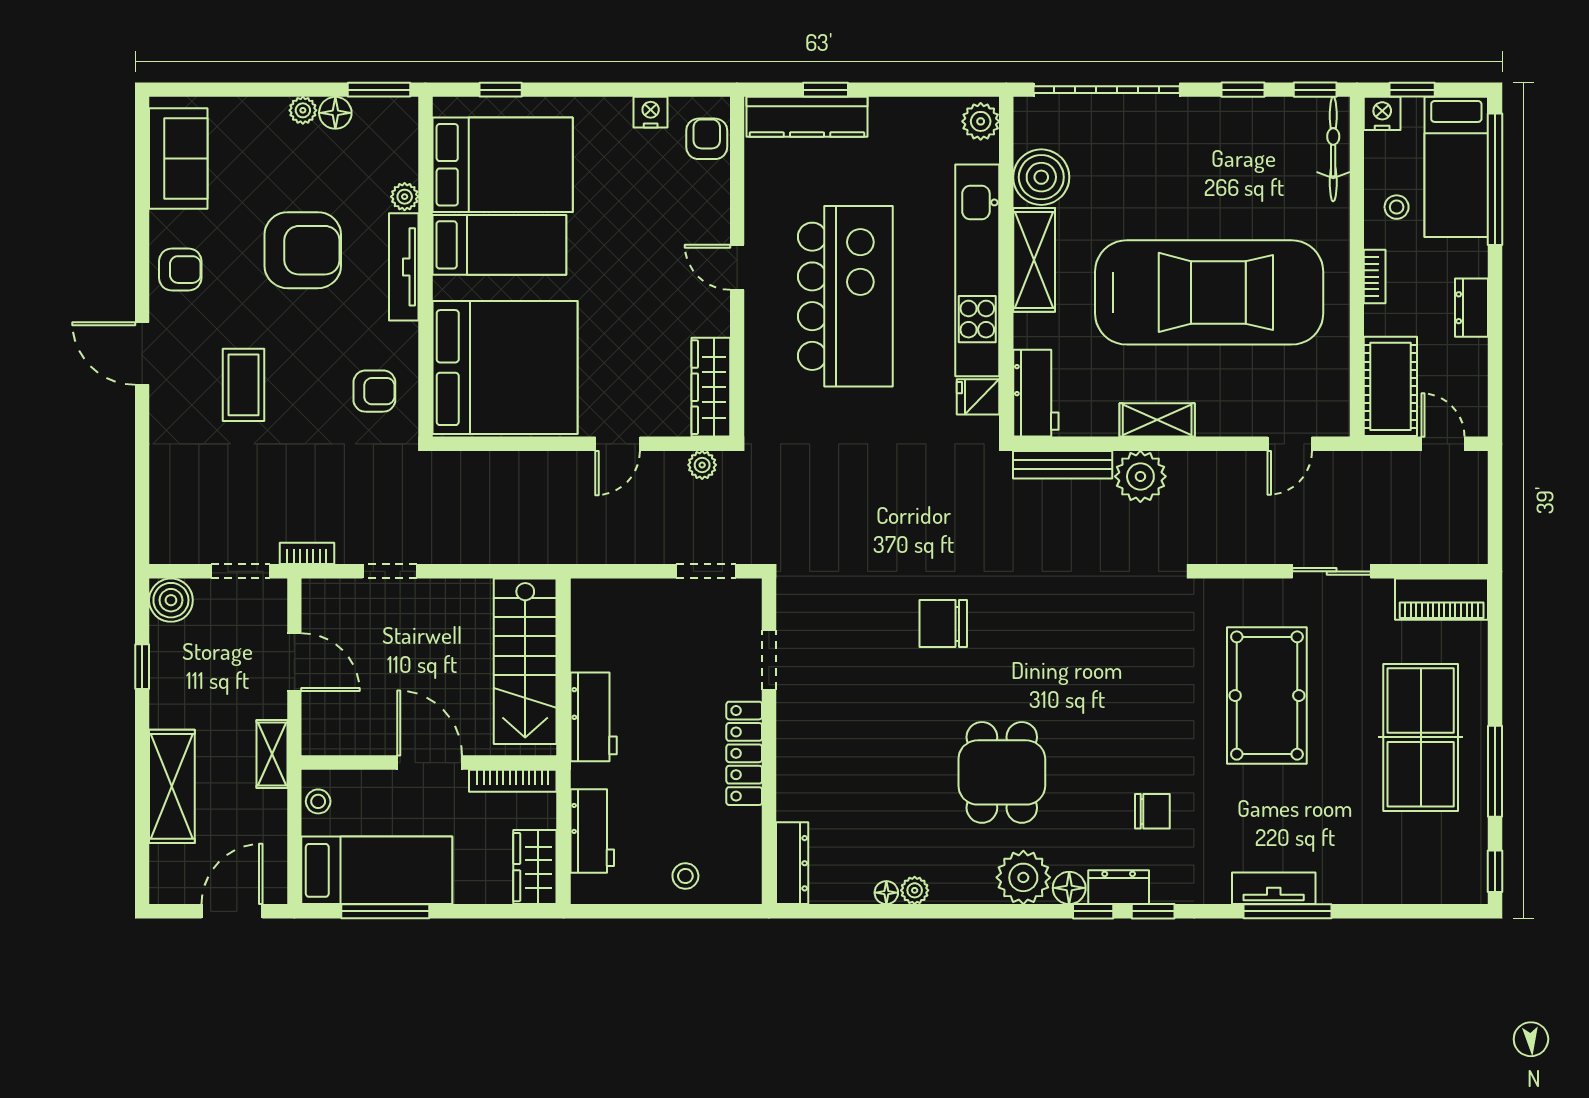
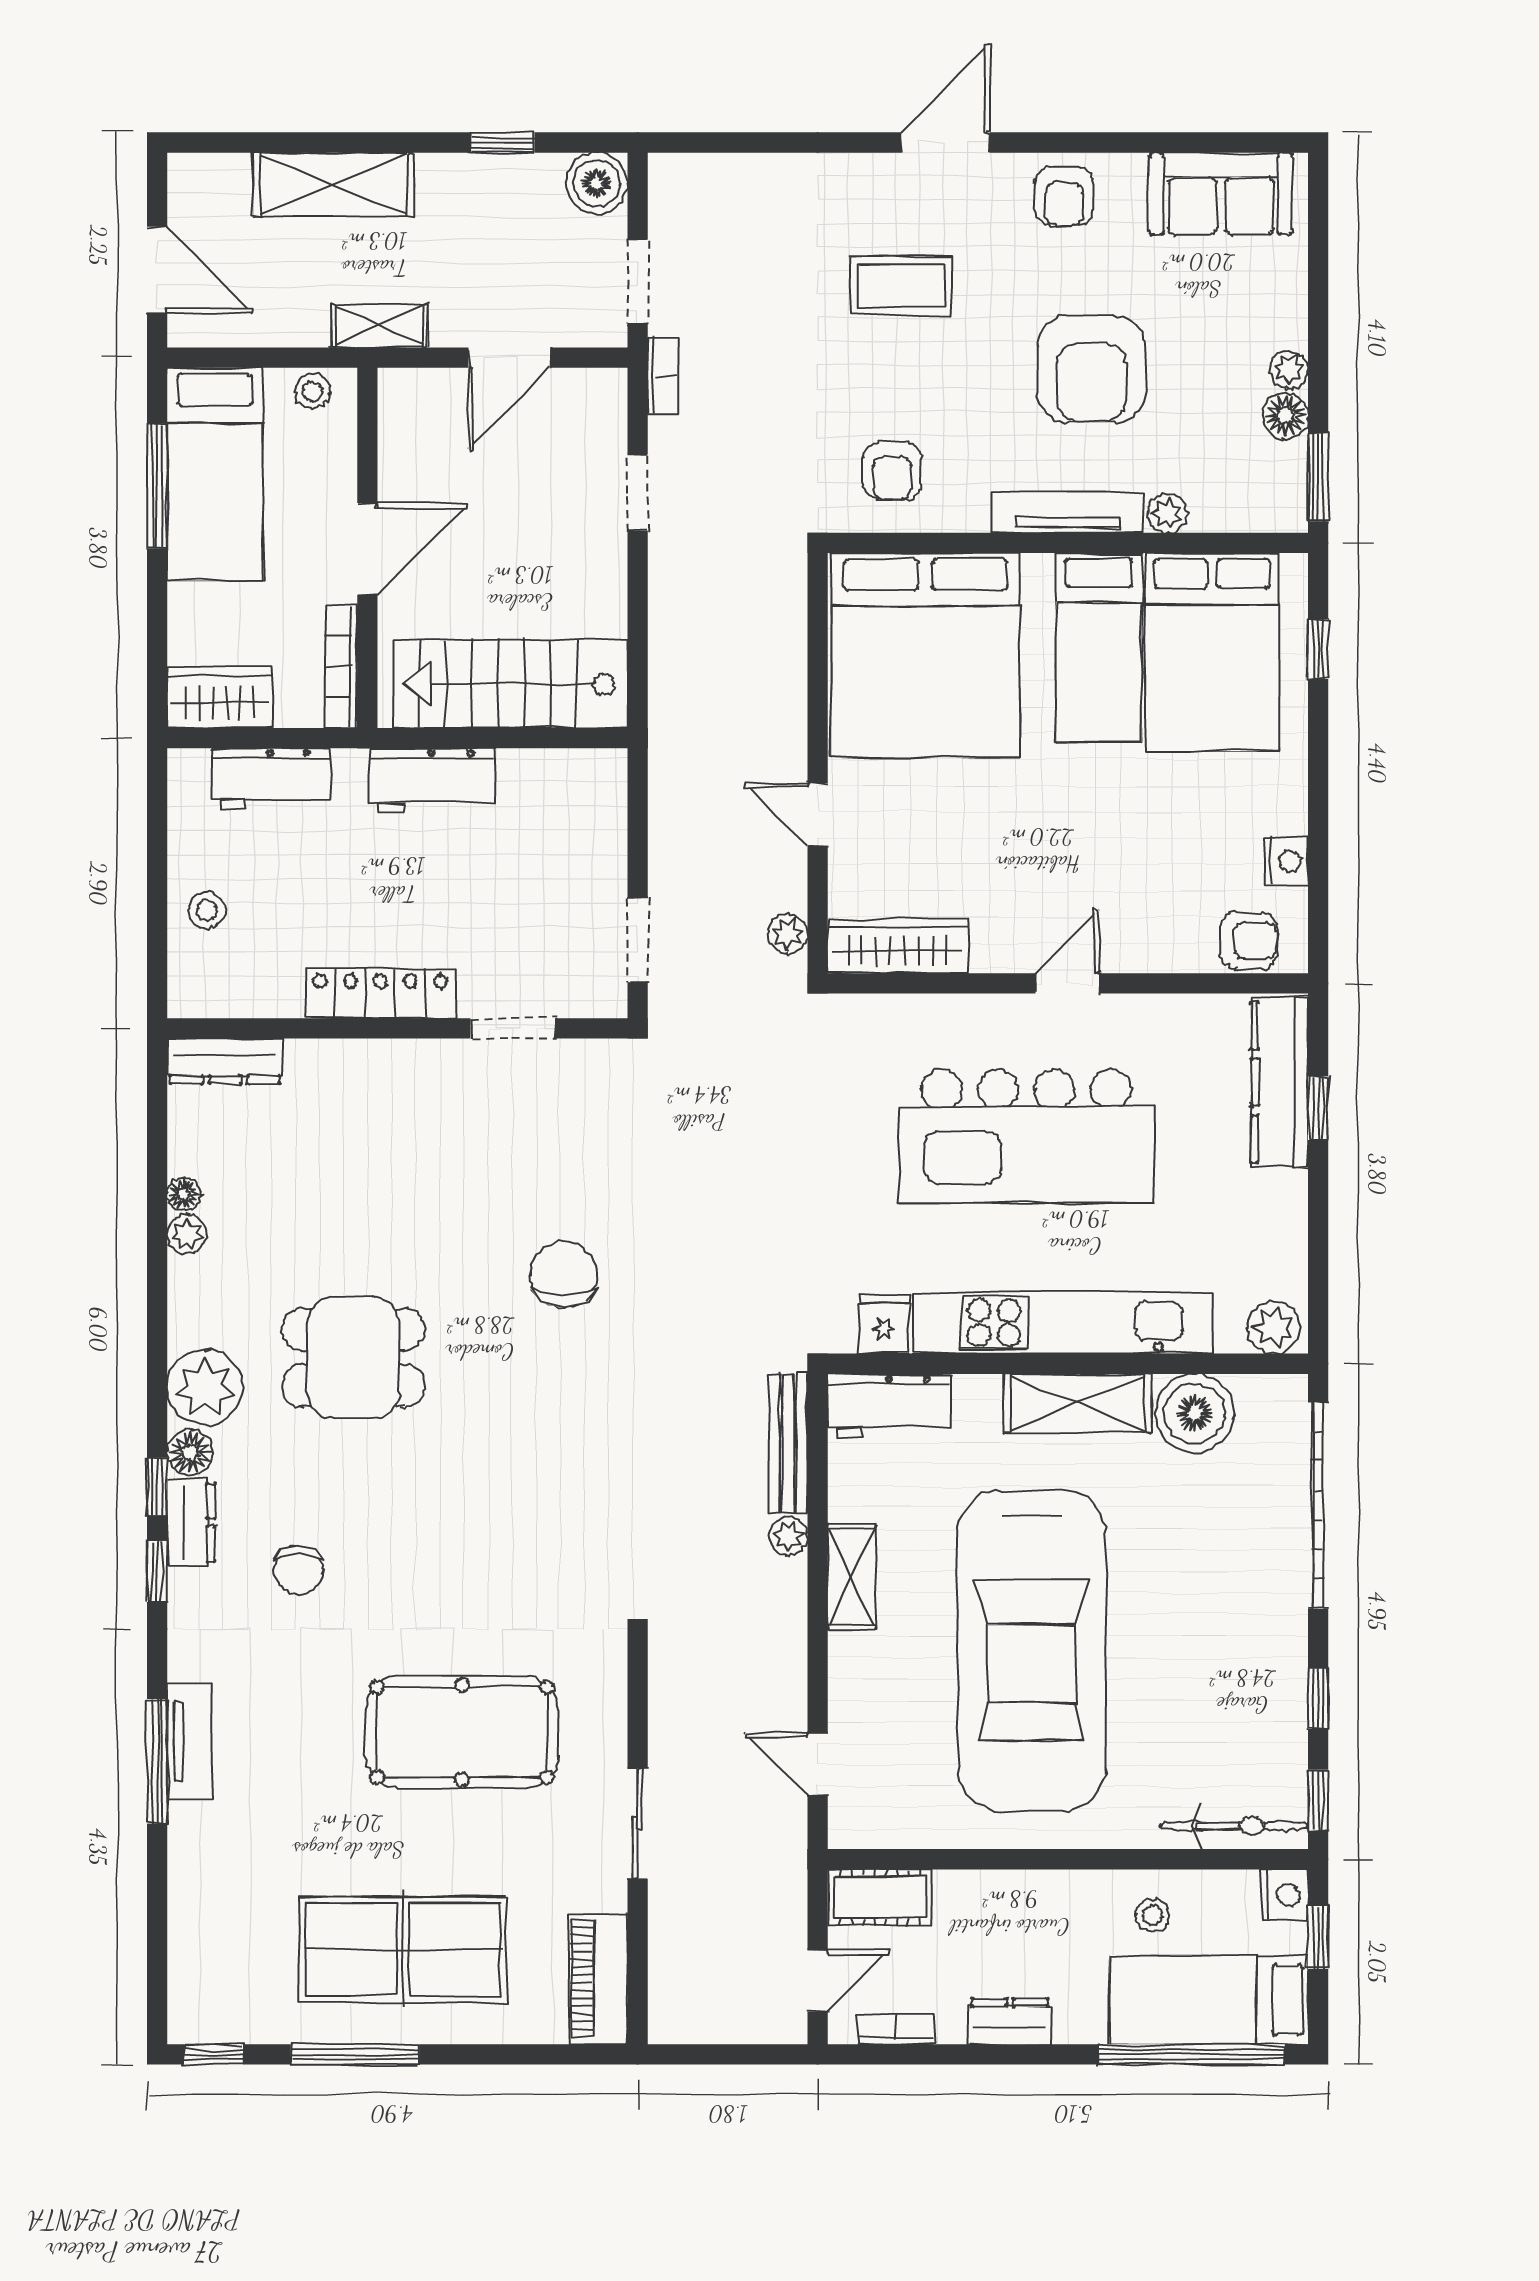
bookcase: (1375, 277) -> (896, 2029), moved, turned 180
cot: (1390, 386) -> (880, 1897), width x0.73, depth x0.75
plant: (1140, 476) -> (788, 1536), width x0.53, depth x0.53

